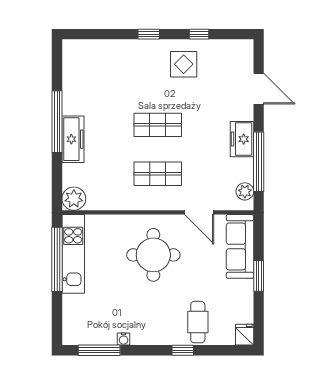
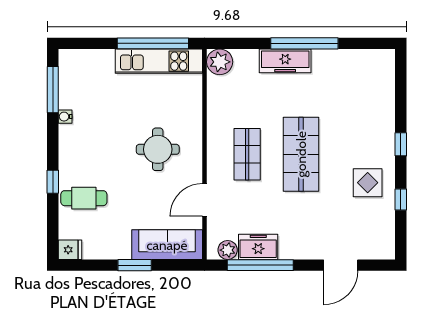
shop shelf: (158, 125) -> (301, 154), width x1.43, depth x1.36
freezer: (242, 139) -> (258, 247), moved
round table: (153, 255) -> (158, 149), width x0.73, depth x0.73

